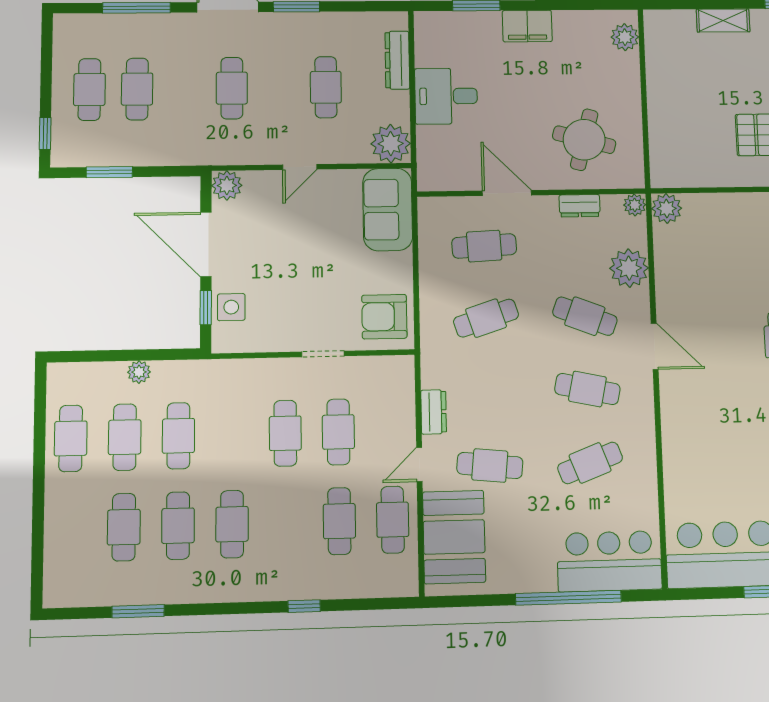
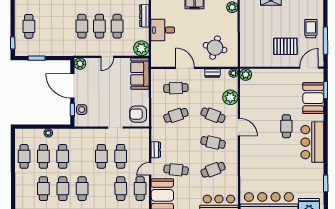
cafe table: (137, 89) -> (99, 26), moved

